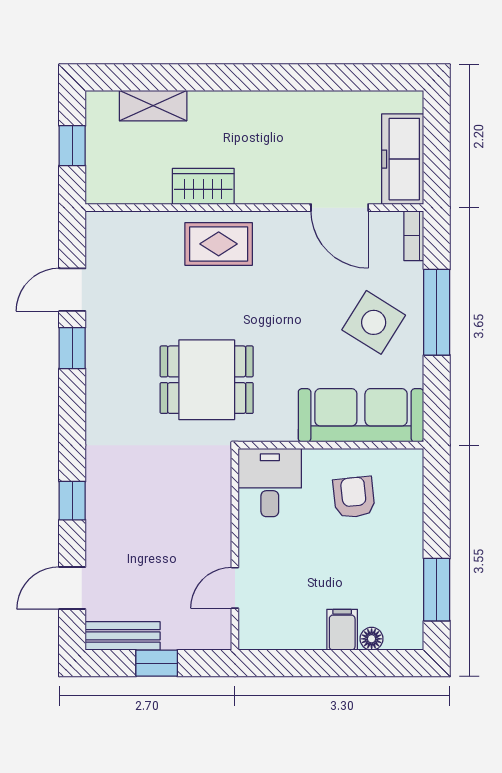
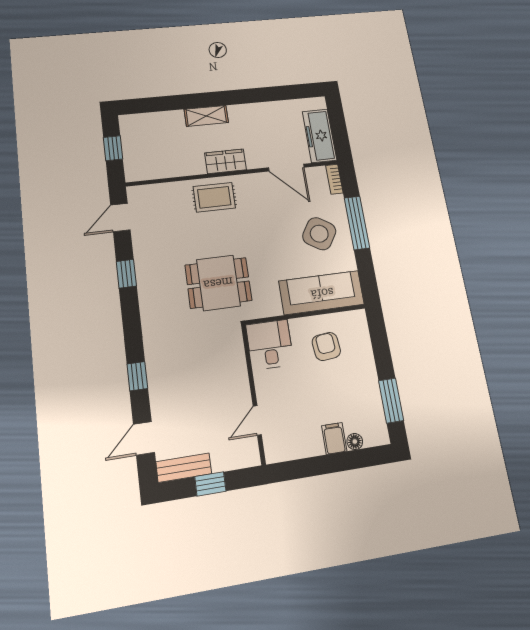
shelving: (153, 106) -> (206, 116), moved
wardrobe: (203, 186) -> (225, 161), moved
door: (72, 290) -> (120, 218), moved

